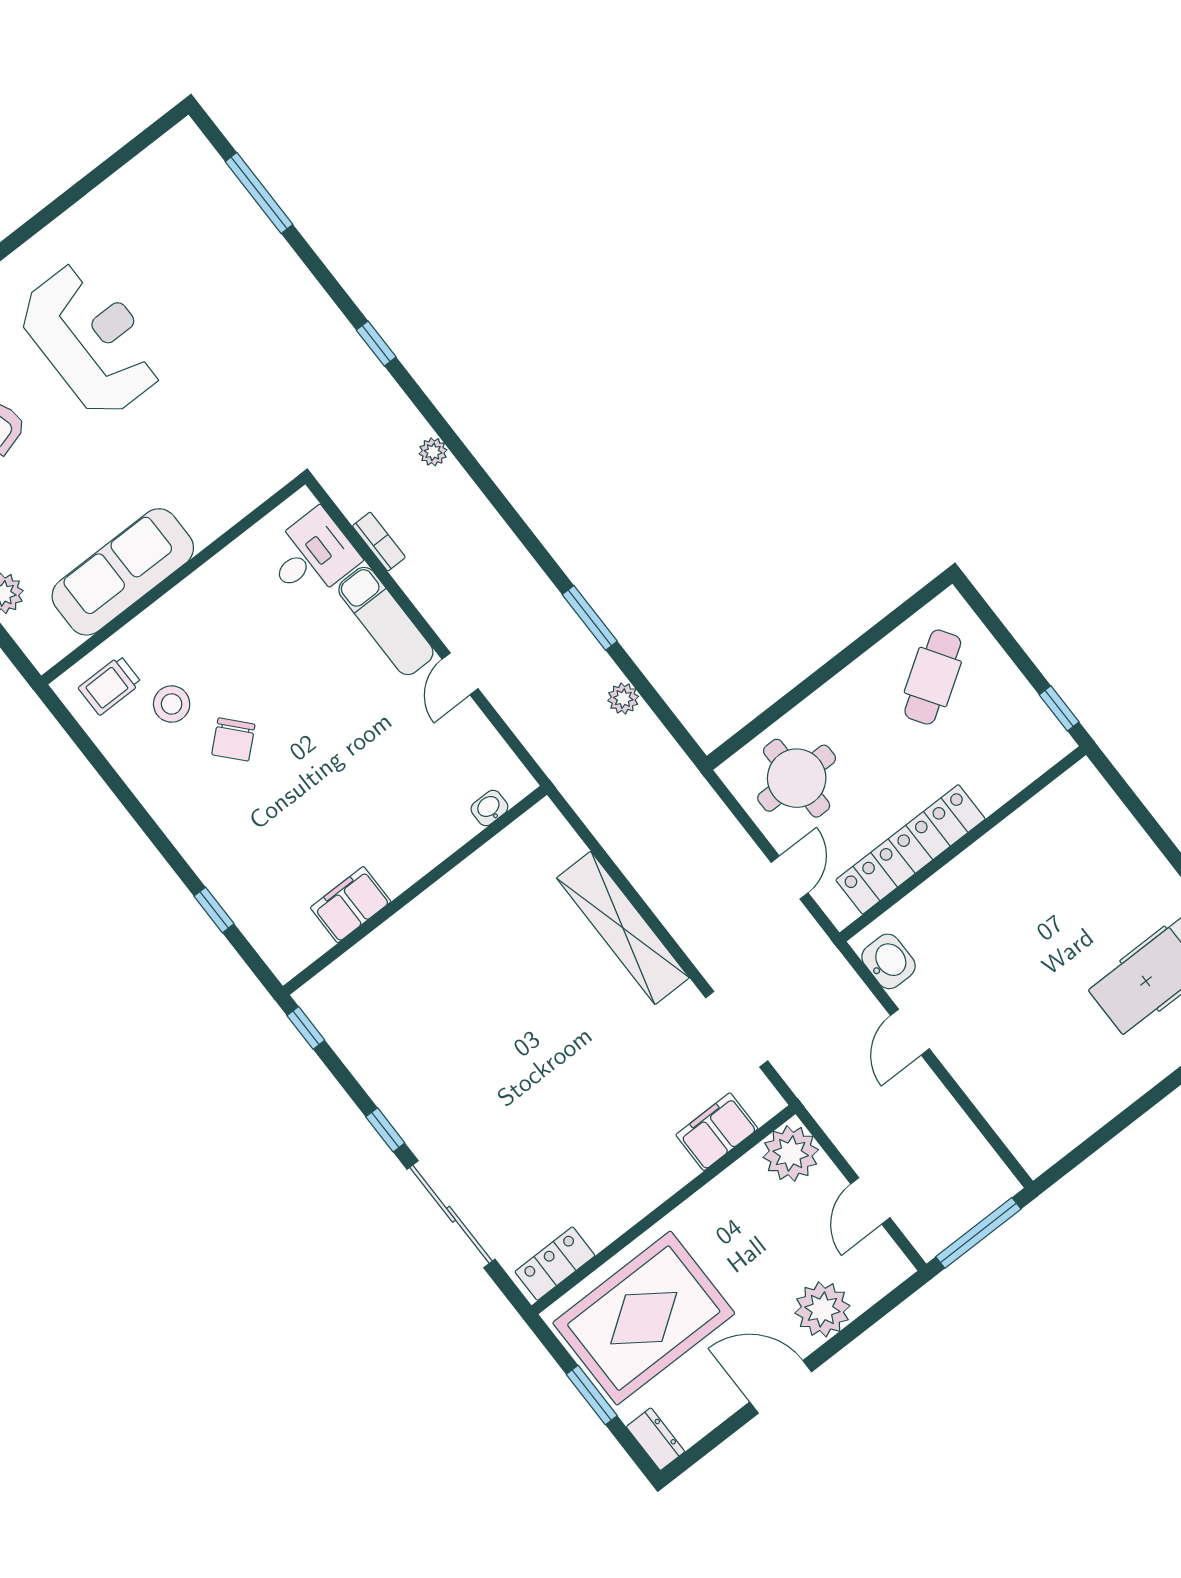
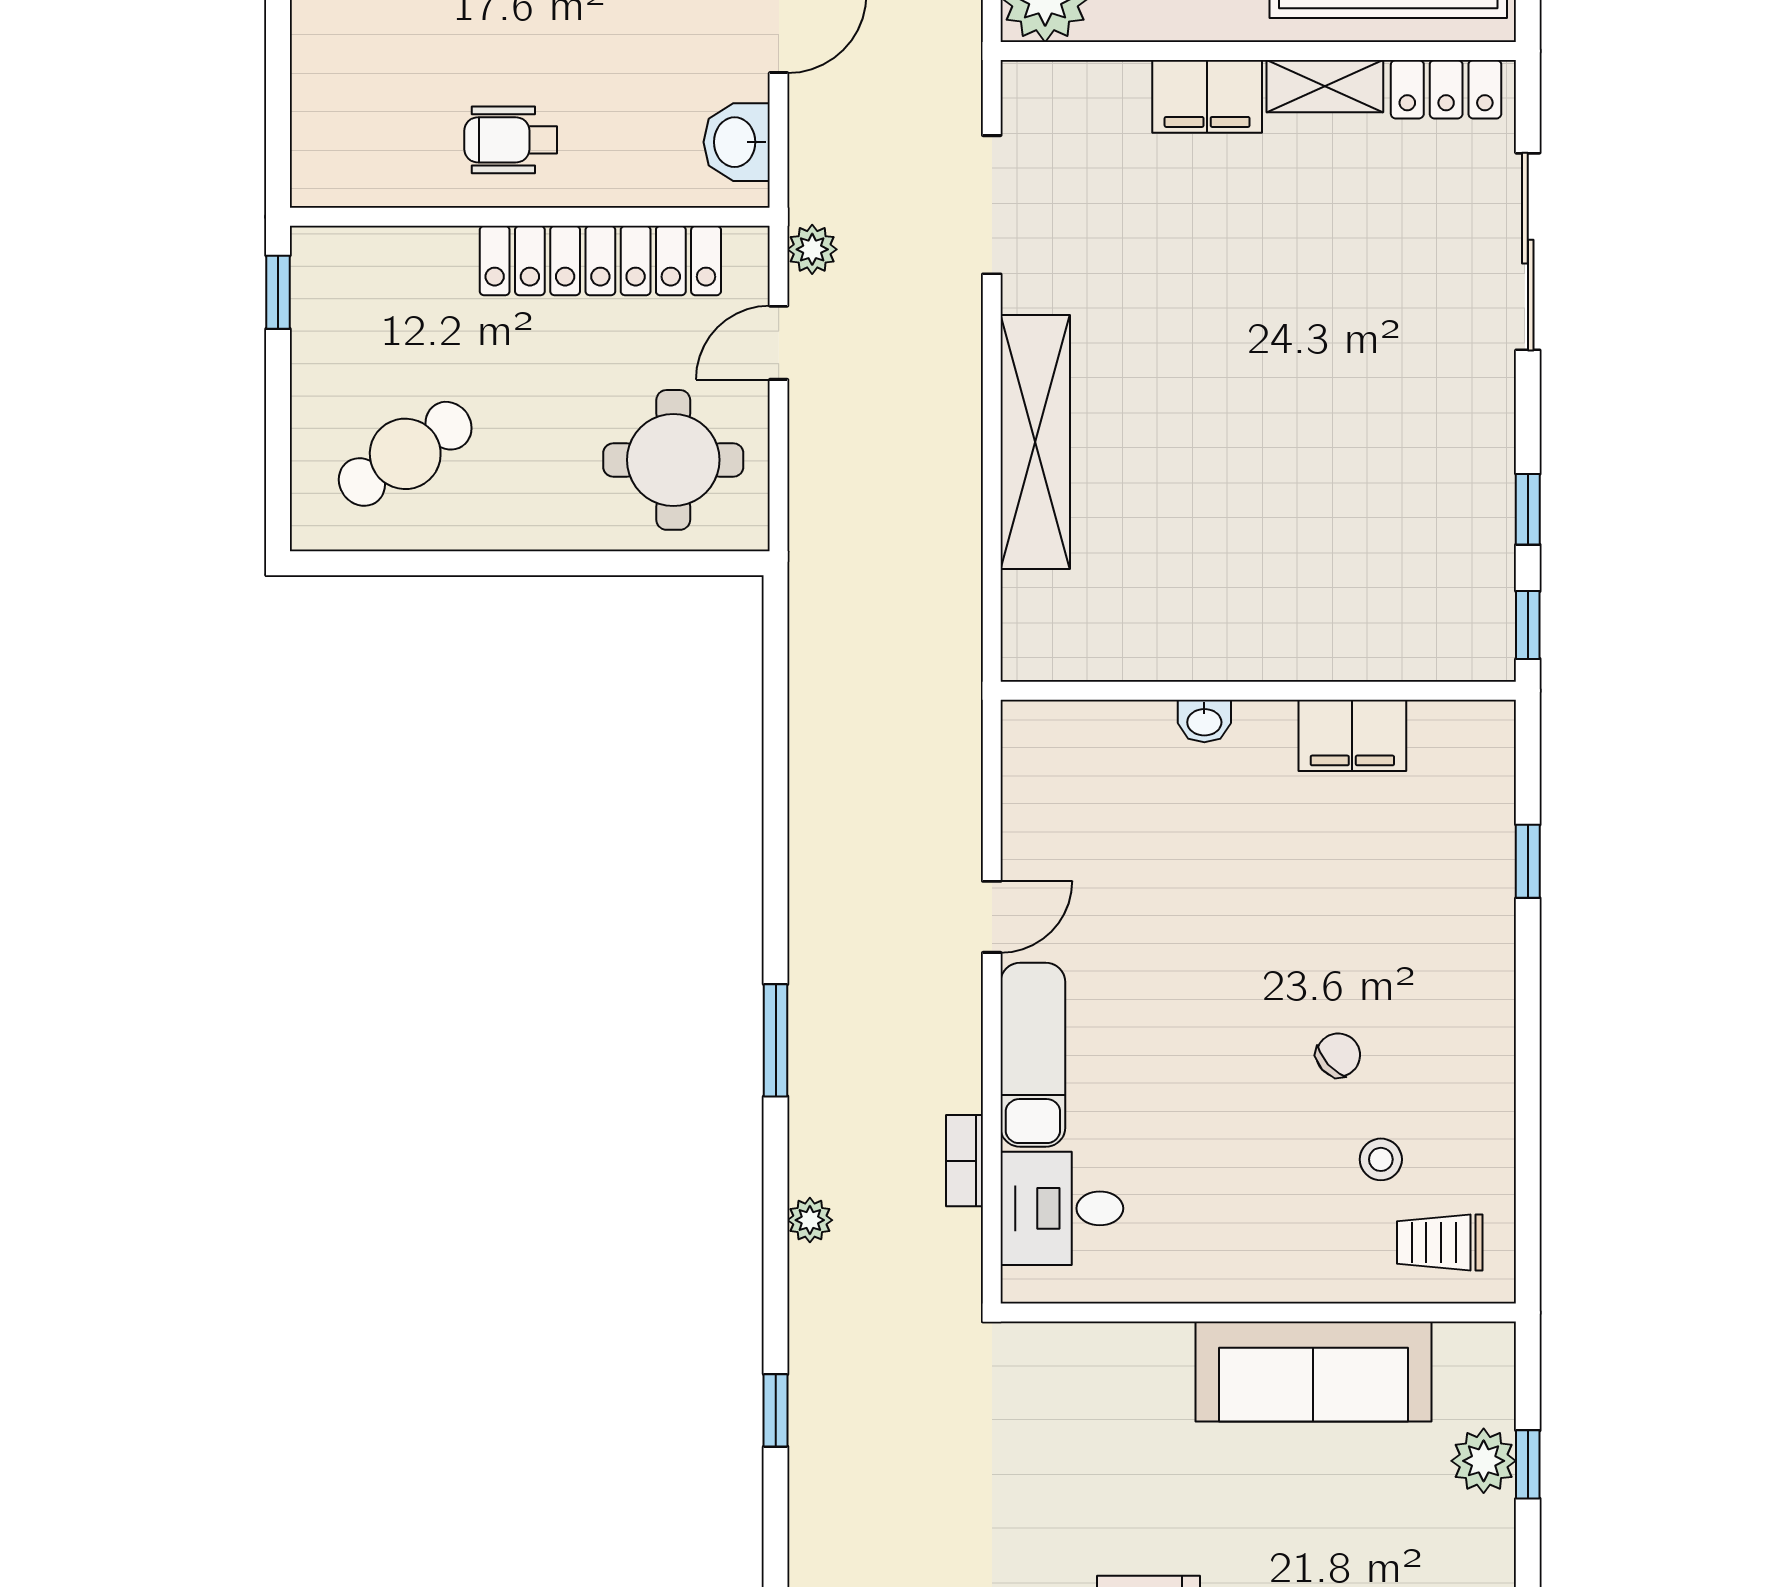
window: (590, 618) -> (776, 1040), moved
trolley: (110, 685) -> (1440, 1243), turned 180
plant: (623, 699) -> (812, 249), moved
stool: (172, 704) -> (1381, 1159), width x0.73, depth x0.73
chair: (233, 740) -> (1338, 1055), width x0.73, depth x0.73
washbasin: (489, 808) -> (1204, 721), moved
wheelchair: (1002, 875) -> (511, 140), added
window: (385, 1130) -> (1528, 509), moved
filing cabinet: (717, 1132) -> (1207, 96), moved
shelving: (617, 1218) -> (1325, 86), added

